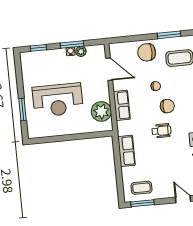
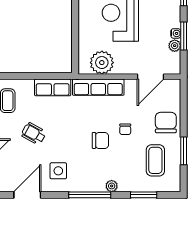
row of seats: (122, 105) -> (98, 87), width x1.48
chair: (167, 106) -> (100, 140), turned -90
wheelchair: (161, 131) -> (34, 134), moved, turned 119

